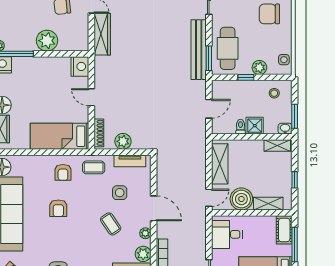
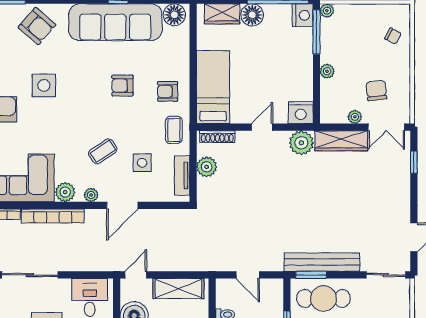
plant: (83, 23) -> (355, 117), added
plant: (47, 41) -> (327, 71), width x0.53, depth x0.53
plant: (104, 66) -> (301, 143), added
door: (209, 198) -> (136, 275), swing flipped

